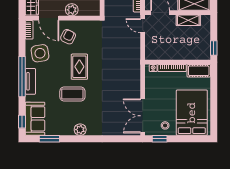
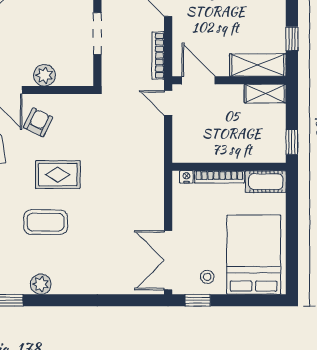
shelving: (188, 20) -> (265, 94), moved
rug: (79, 67) -> (58, 175), turned 90
plant: (80, 130) -> (41, 284), moved

